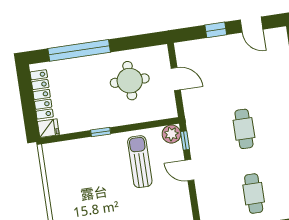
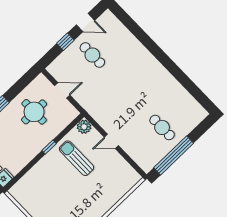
cafe table: (244, 129) -> (92, 55), moved
window: (101, 132) -> (49, 147), moved
window: (185, 140) -> (95, 125), removed

